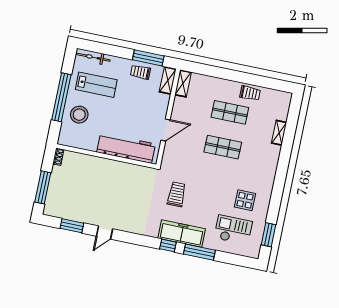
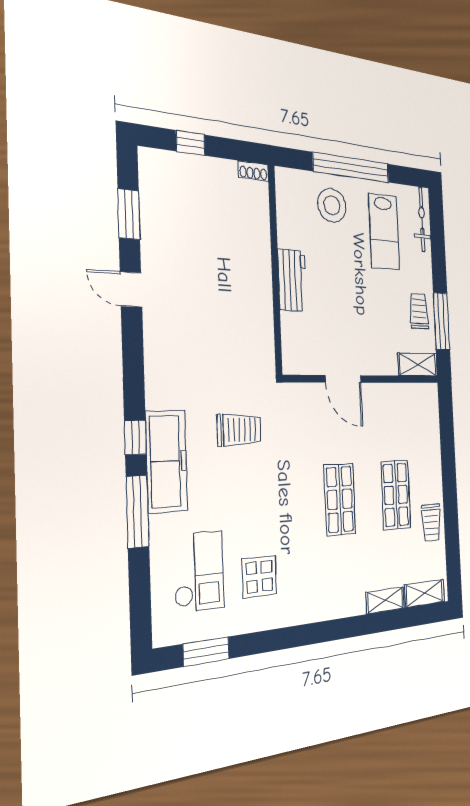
shelving: (183, 83) -> (425, 593), moved
workbench: (126, 148) -> (292, 280), width x0.53, depth x0.76
window: (43, 187) -> (191, 143), width x0.46

